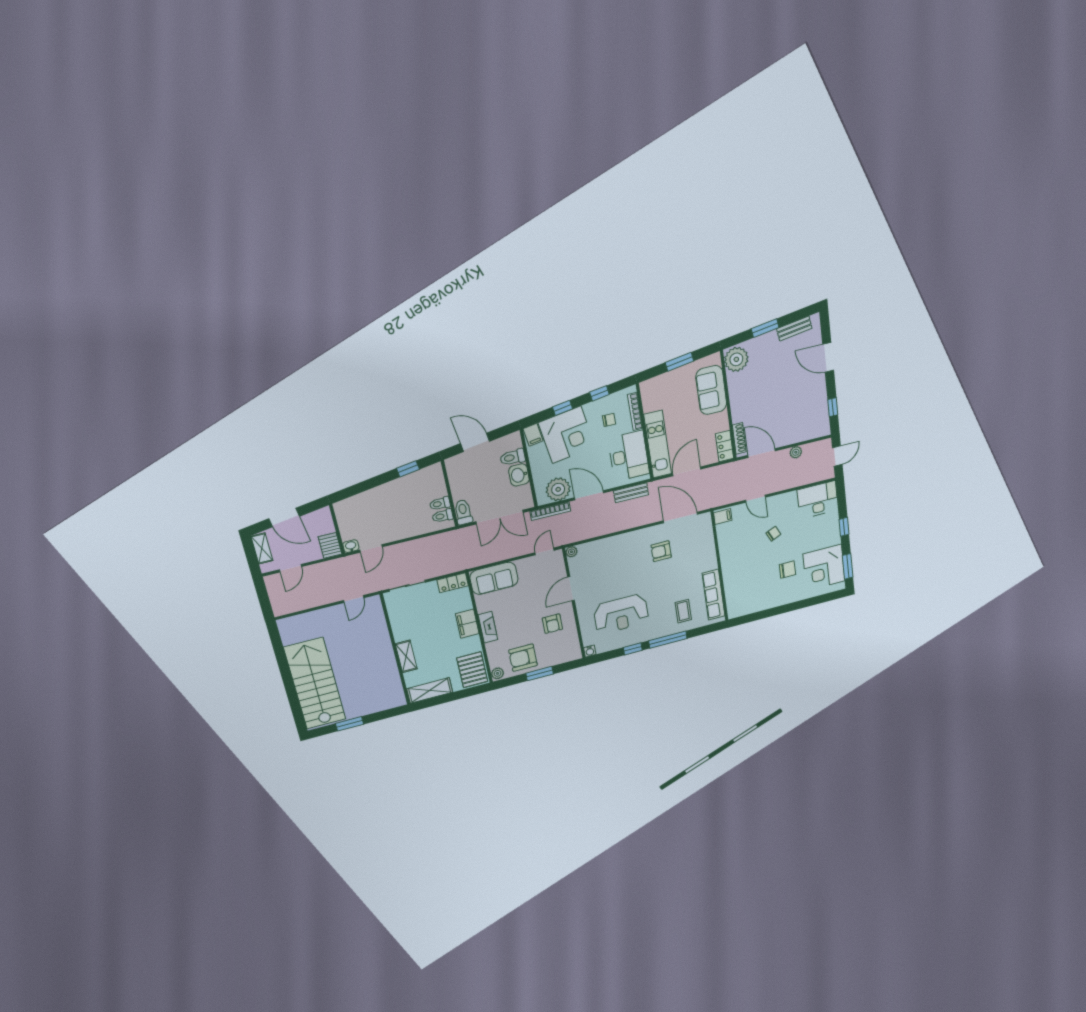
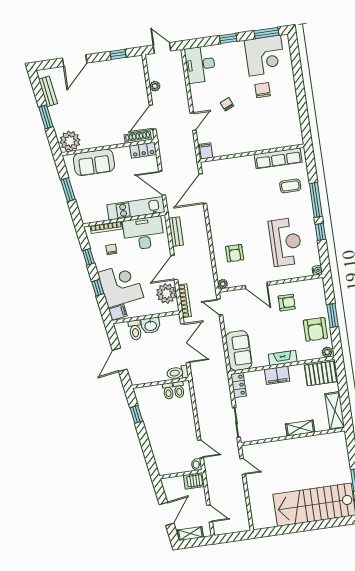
armchair: (661, 551) -> (235, 253), moved

